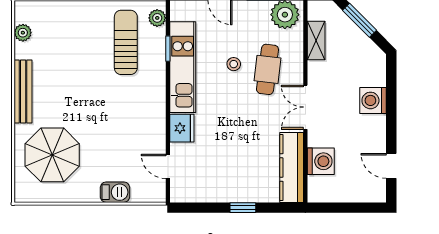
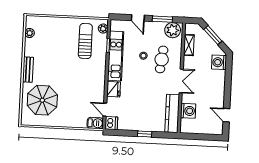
bench: (23, 92) -> (28, 70), width x0.73
washing machine: (373, 100) -> (219, 62), moved
double door: (305, 107) -> (181, 81), swing flipped
dishwasher: (181, 191) -> (111, 123), added
barbecue: (115, 192) -> (95, 123), moved

